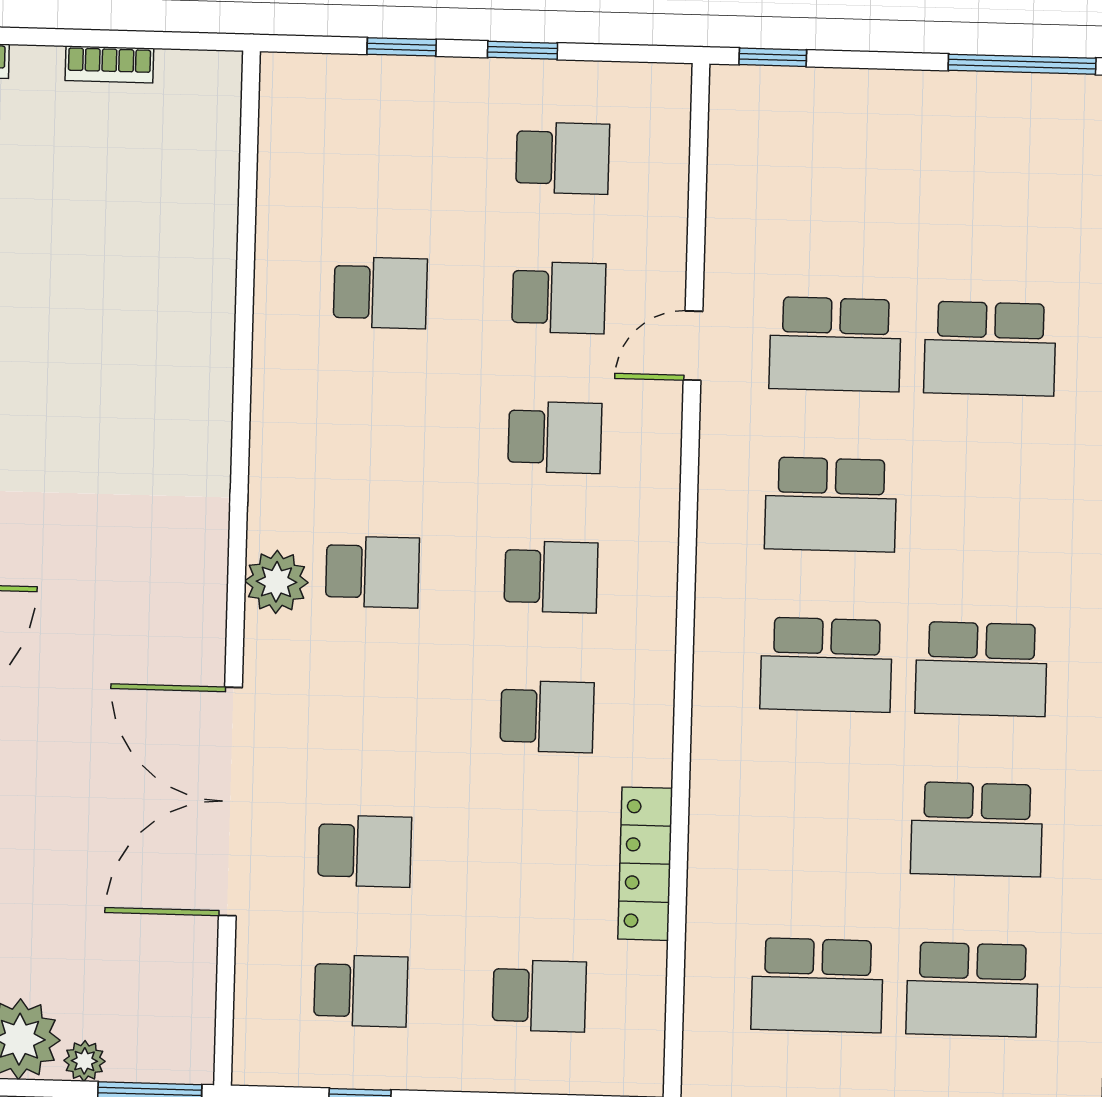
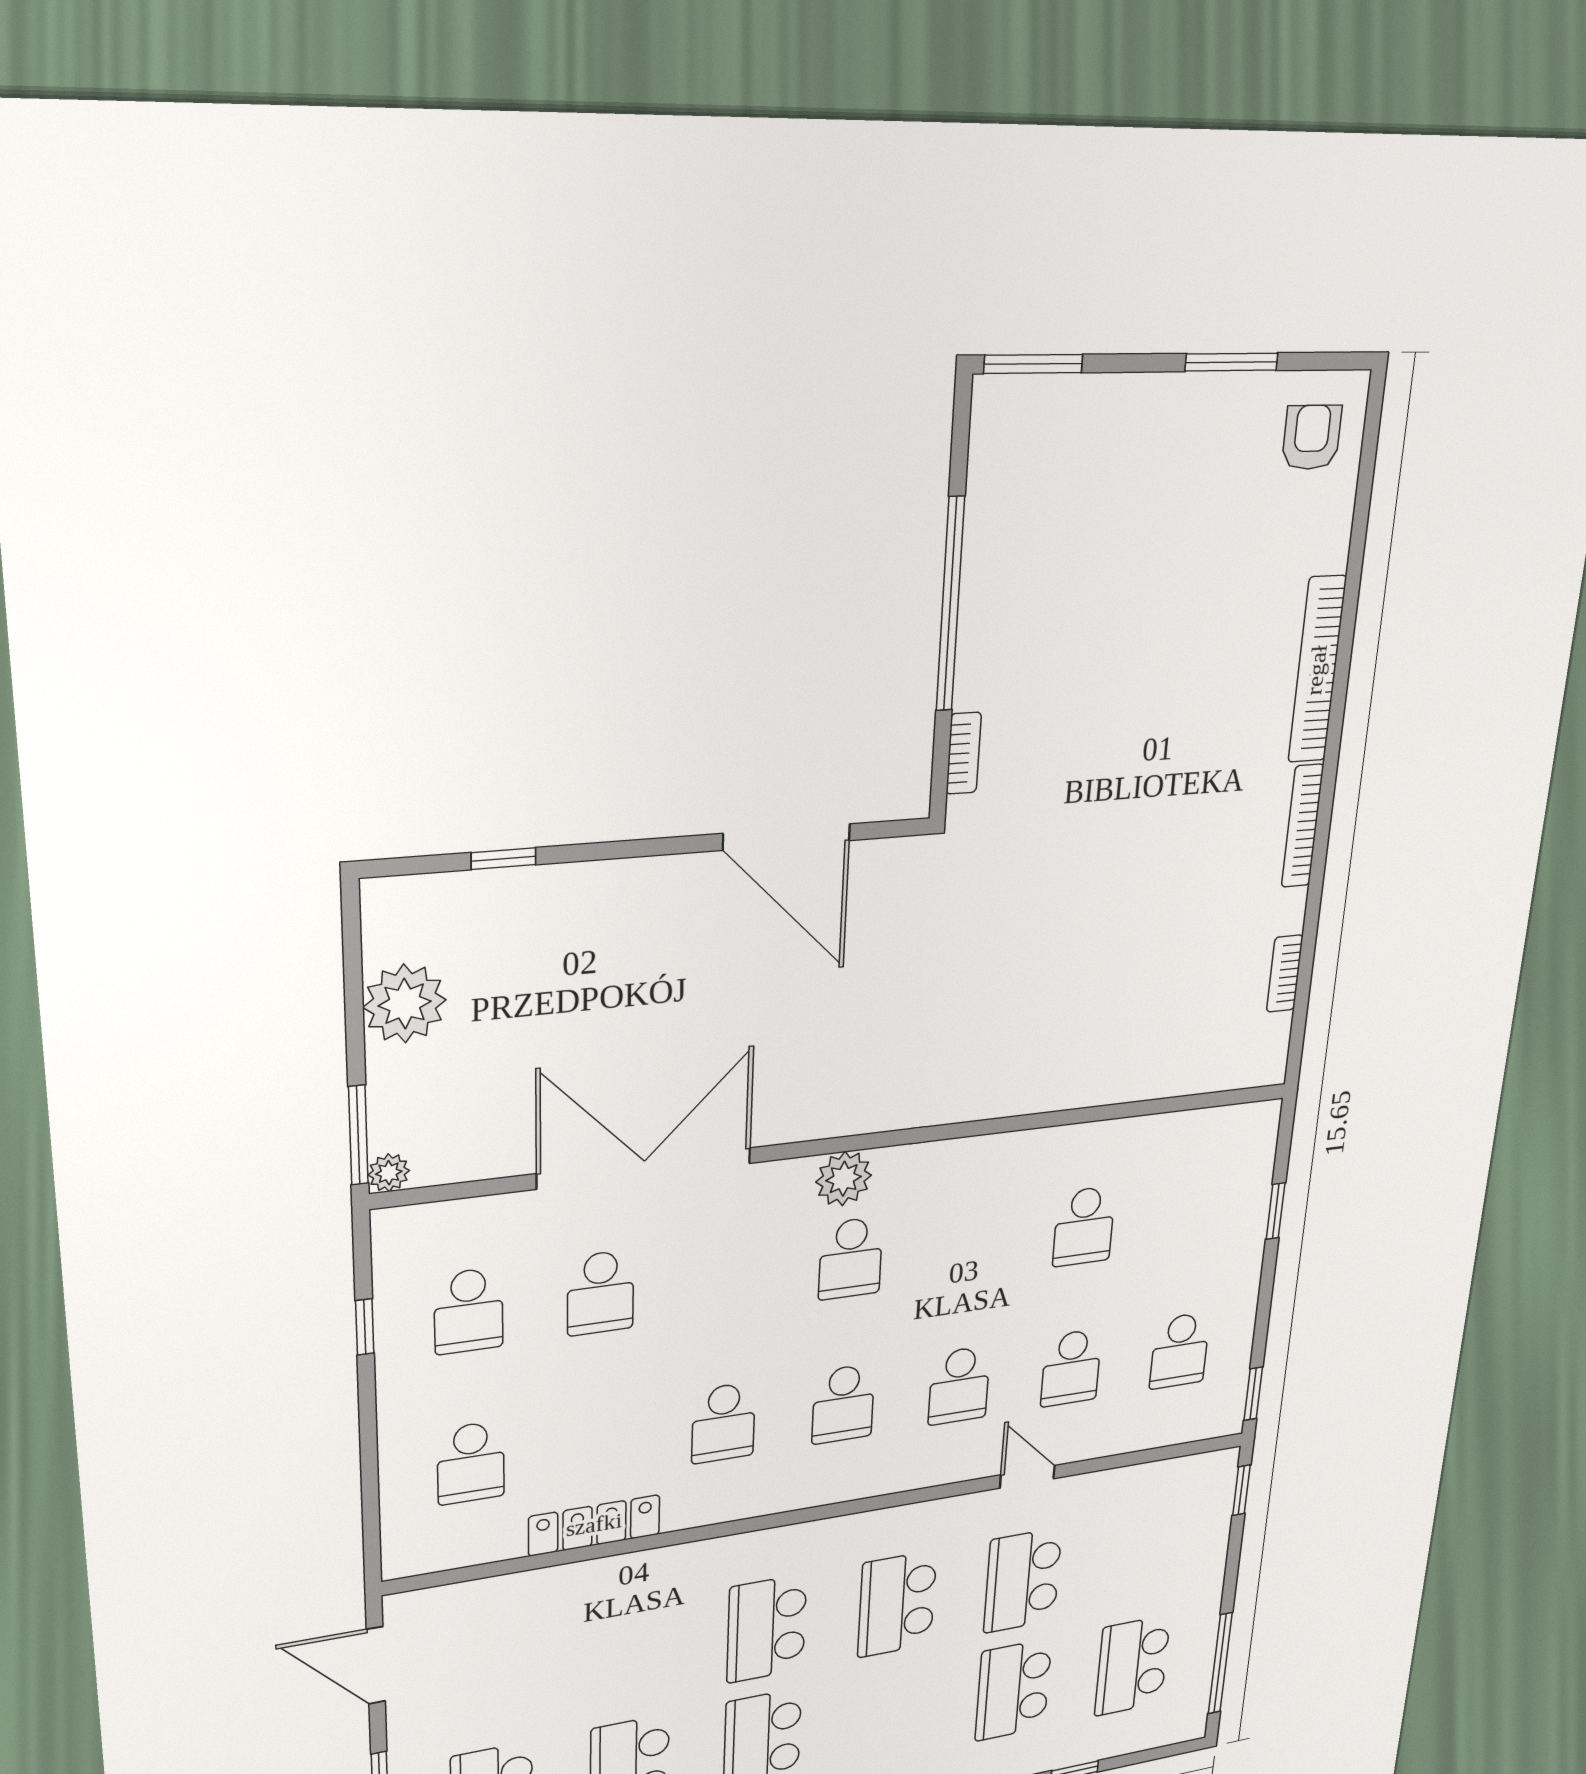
window: (522, 50) -> (1253, 1394), moved
school desk: (817, 985) -> (1132, 1666), moved
plant: (84, 1061) -> (389, 1173), moved

